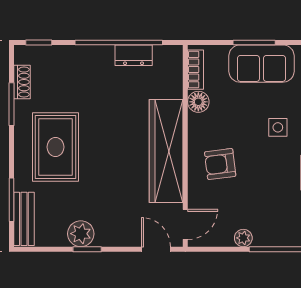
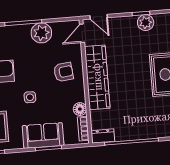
dresser: (134, 55) -> (103, 136), moved
plant: (243, 238) -> (41, 33), width x1.88, depth x1.88

